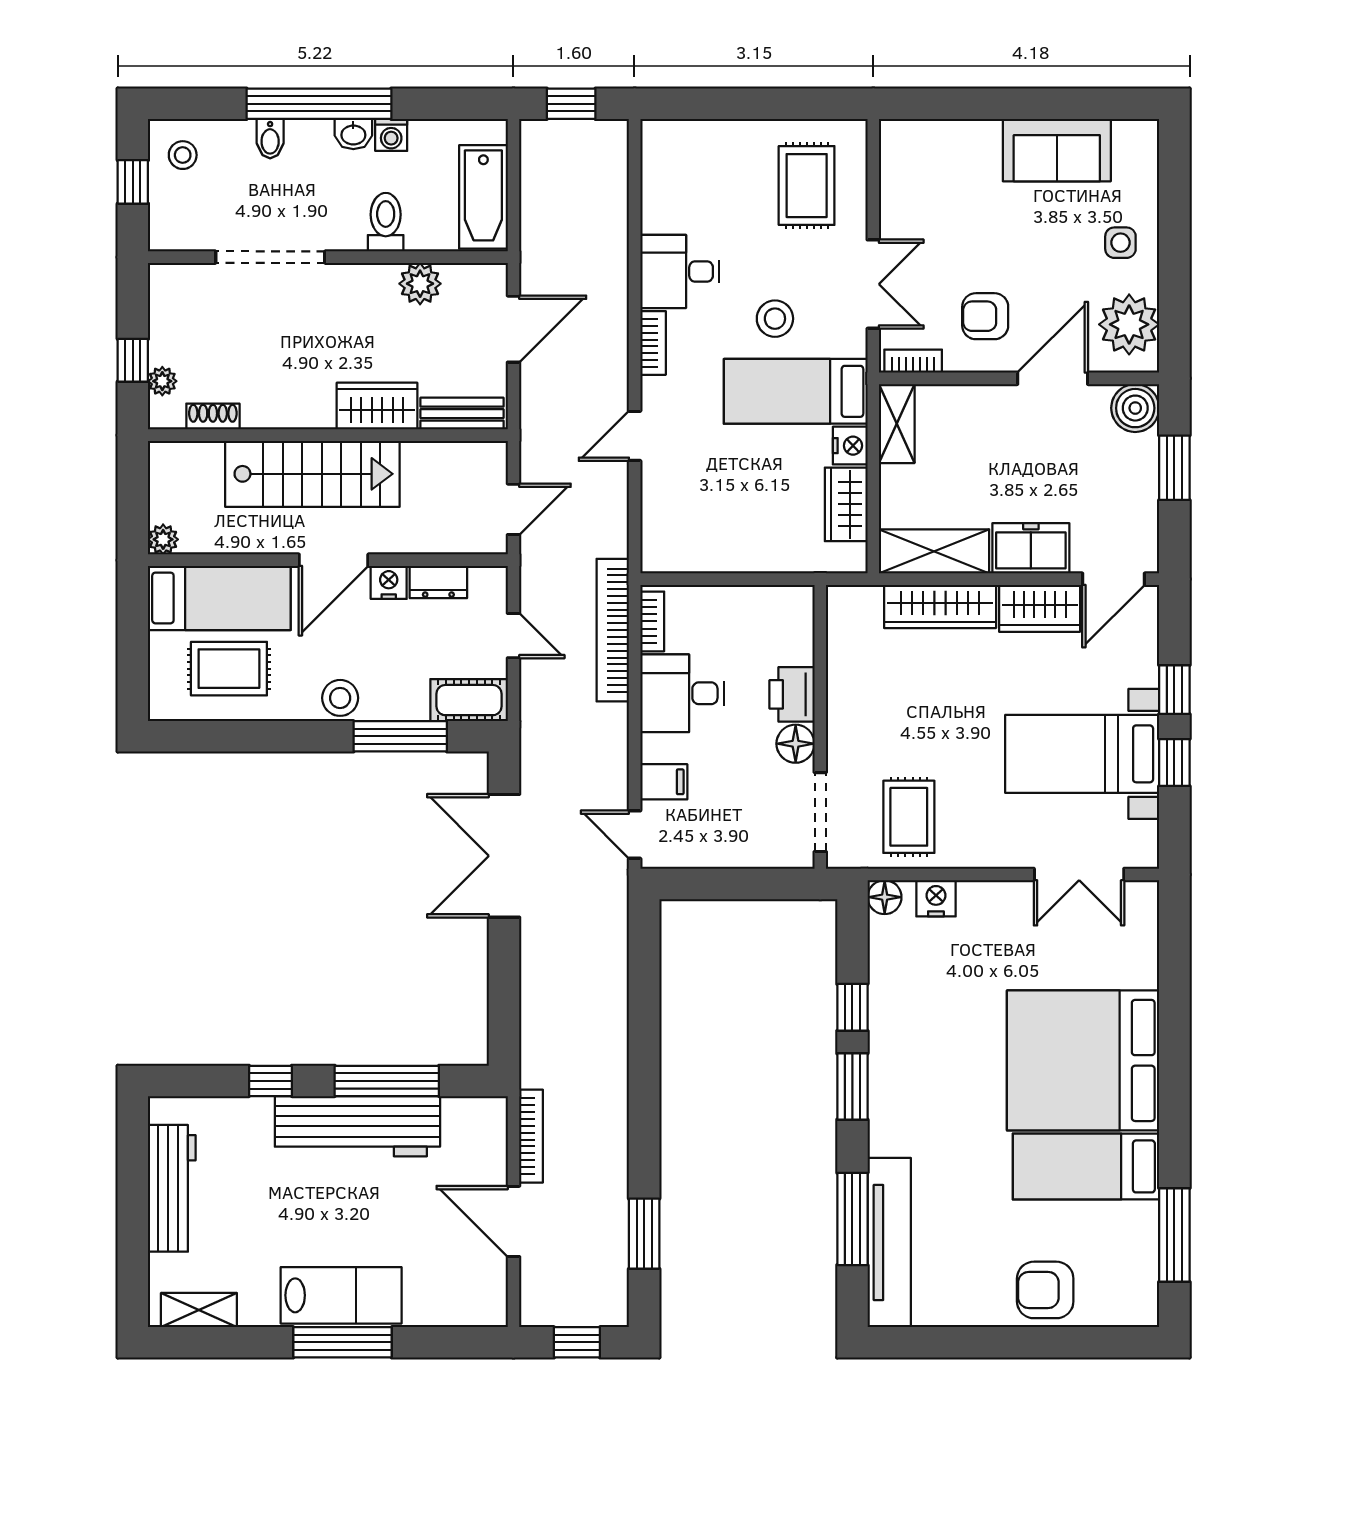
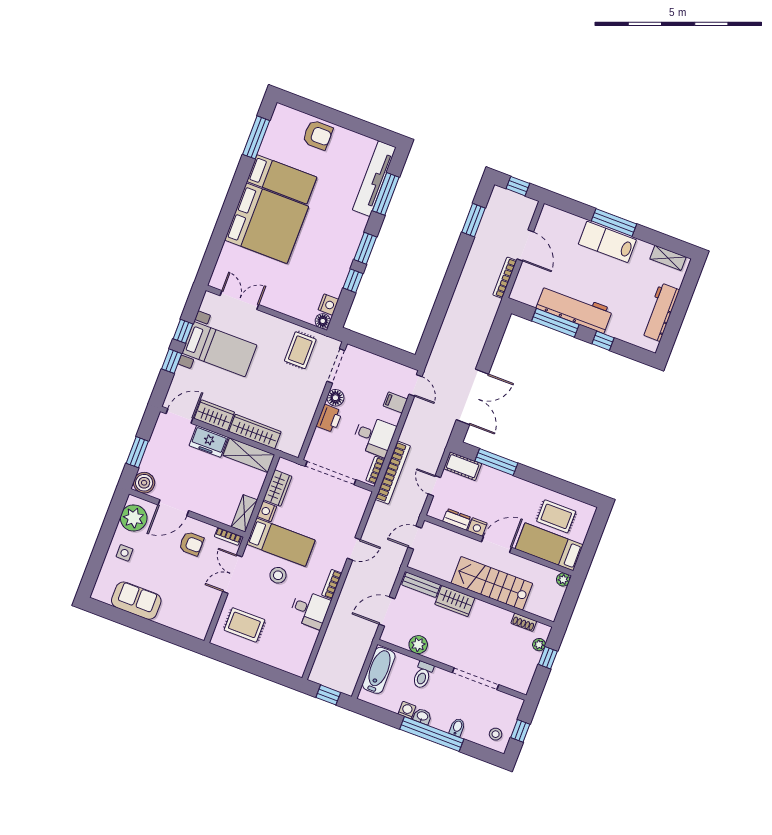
rug: (807, 186) -> (244, 625), turned 90
doorway: (745, 579) -> (331, 473), added
stool: (340, 698) -> (515, 487), removed
nightstand: (936, 898) -> (328, 305), moved, turned -90

